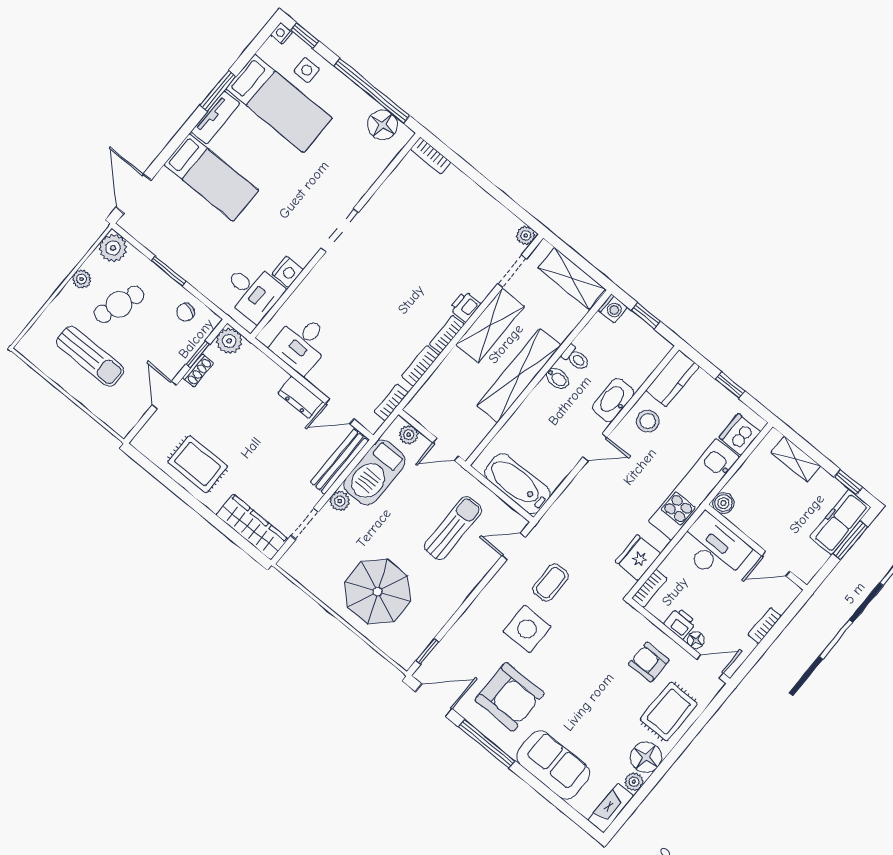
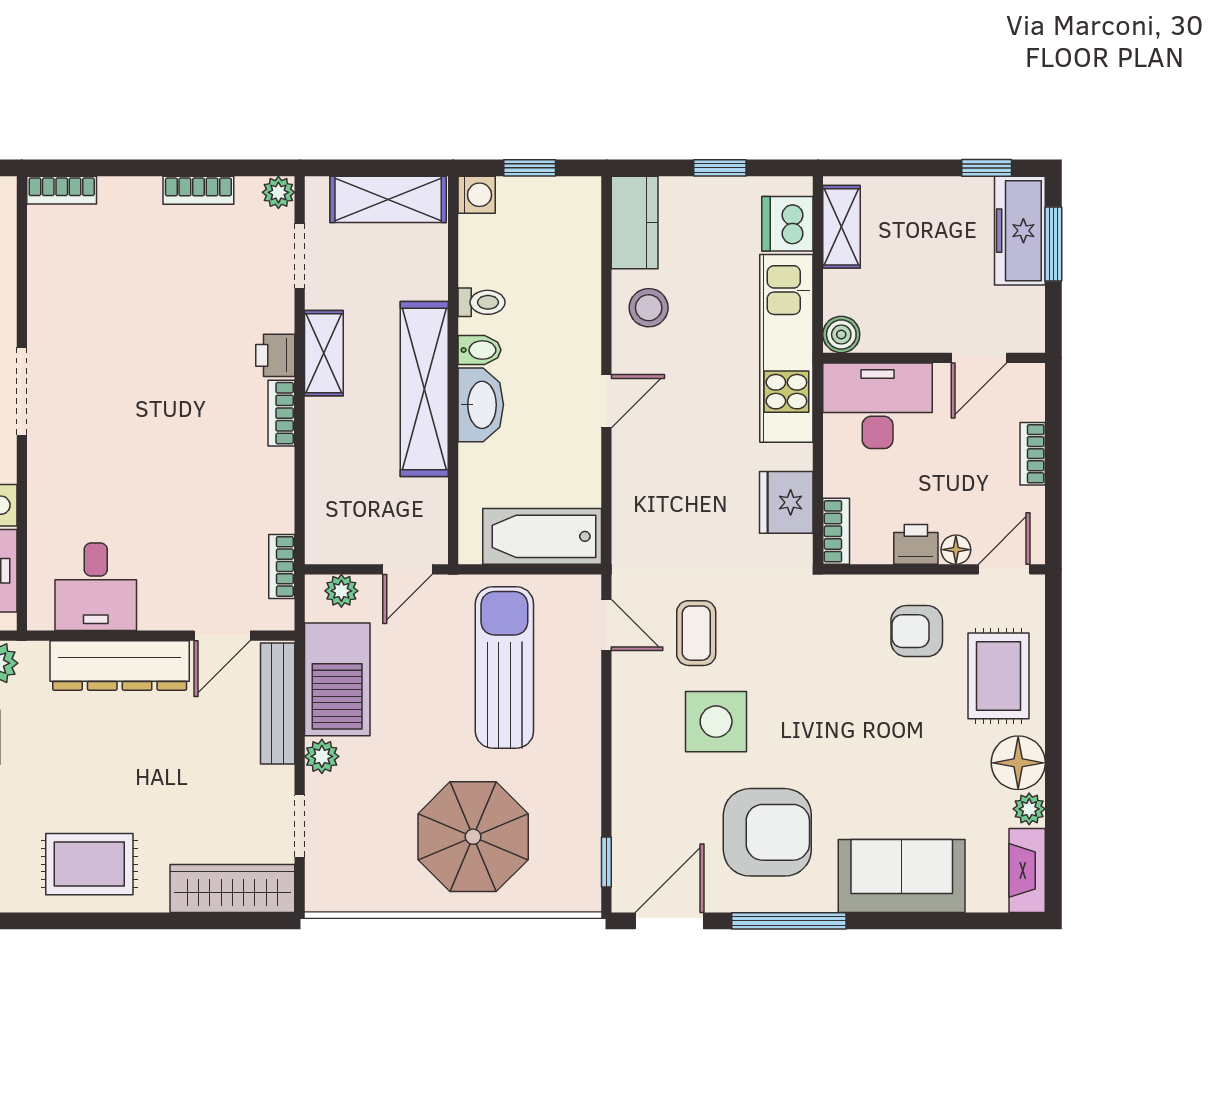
shelving: (490, 325) -> (324, 353), width x0.67, depth x0.75
bookcase: (420, 366) -> (198, 190), moved, turned -90
dresser: (300, 397) -> (120, 665), width x1.96, depth x1.24
washbasin: (613, 400) -> (481, 405), moved, turned 180
shelving: (796, 459) -> (842, 227), moved, turned 90
sun lounger: (453, 528) -> (504, 667), width x1.36, depth x1.34
door: (514, 546) -> (606, 625), swing flipped

